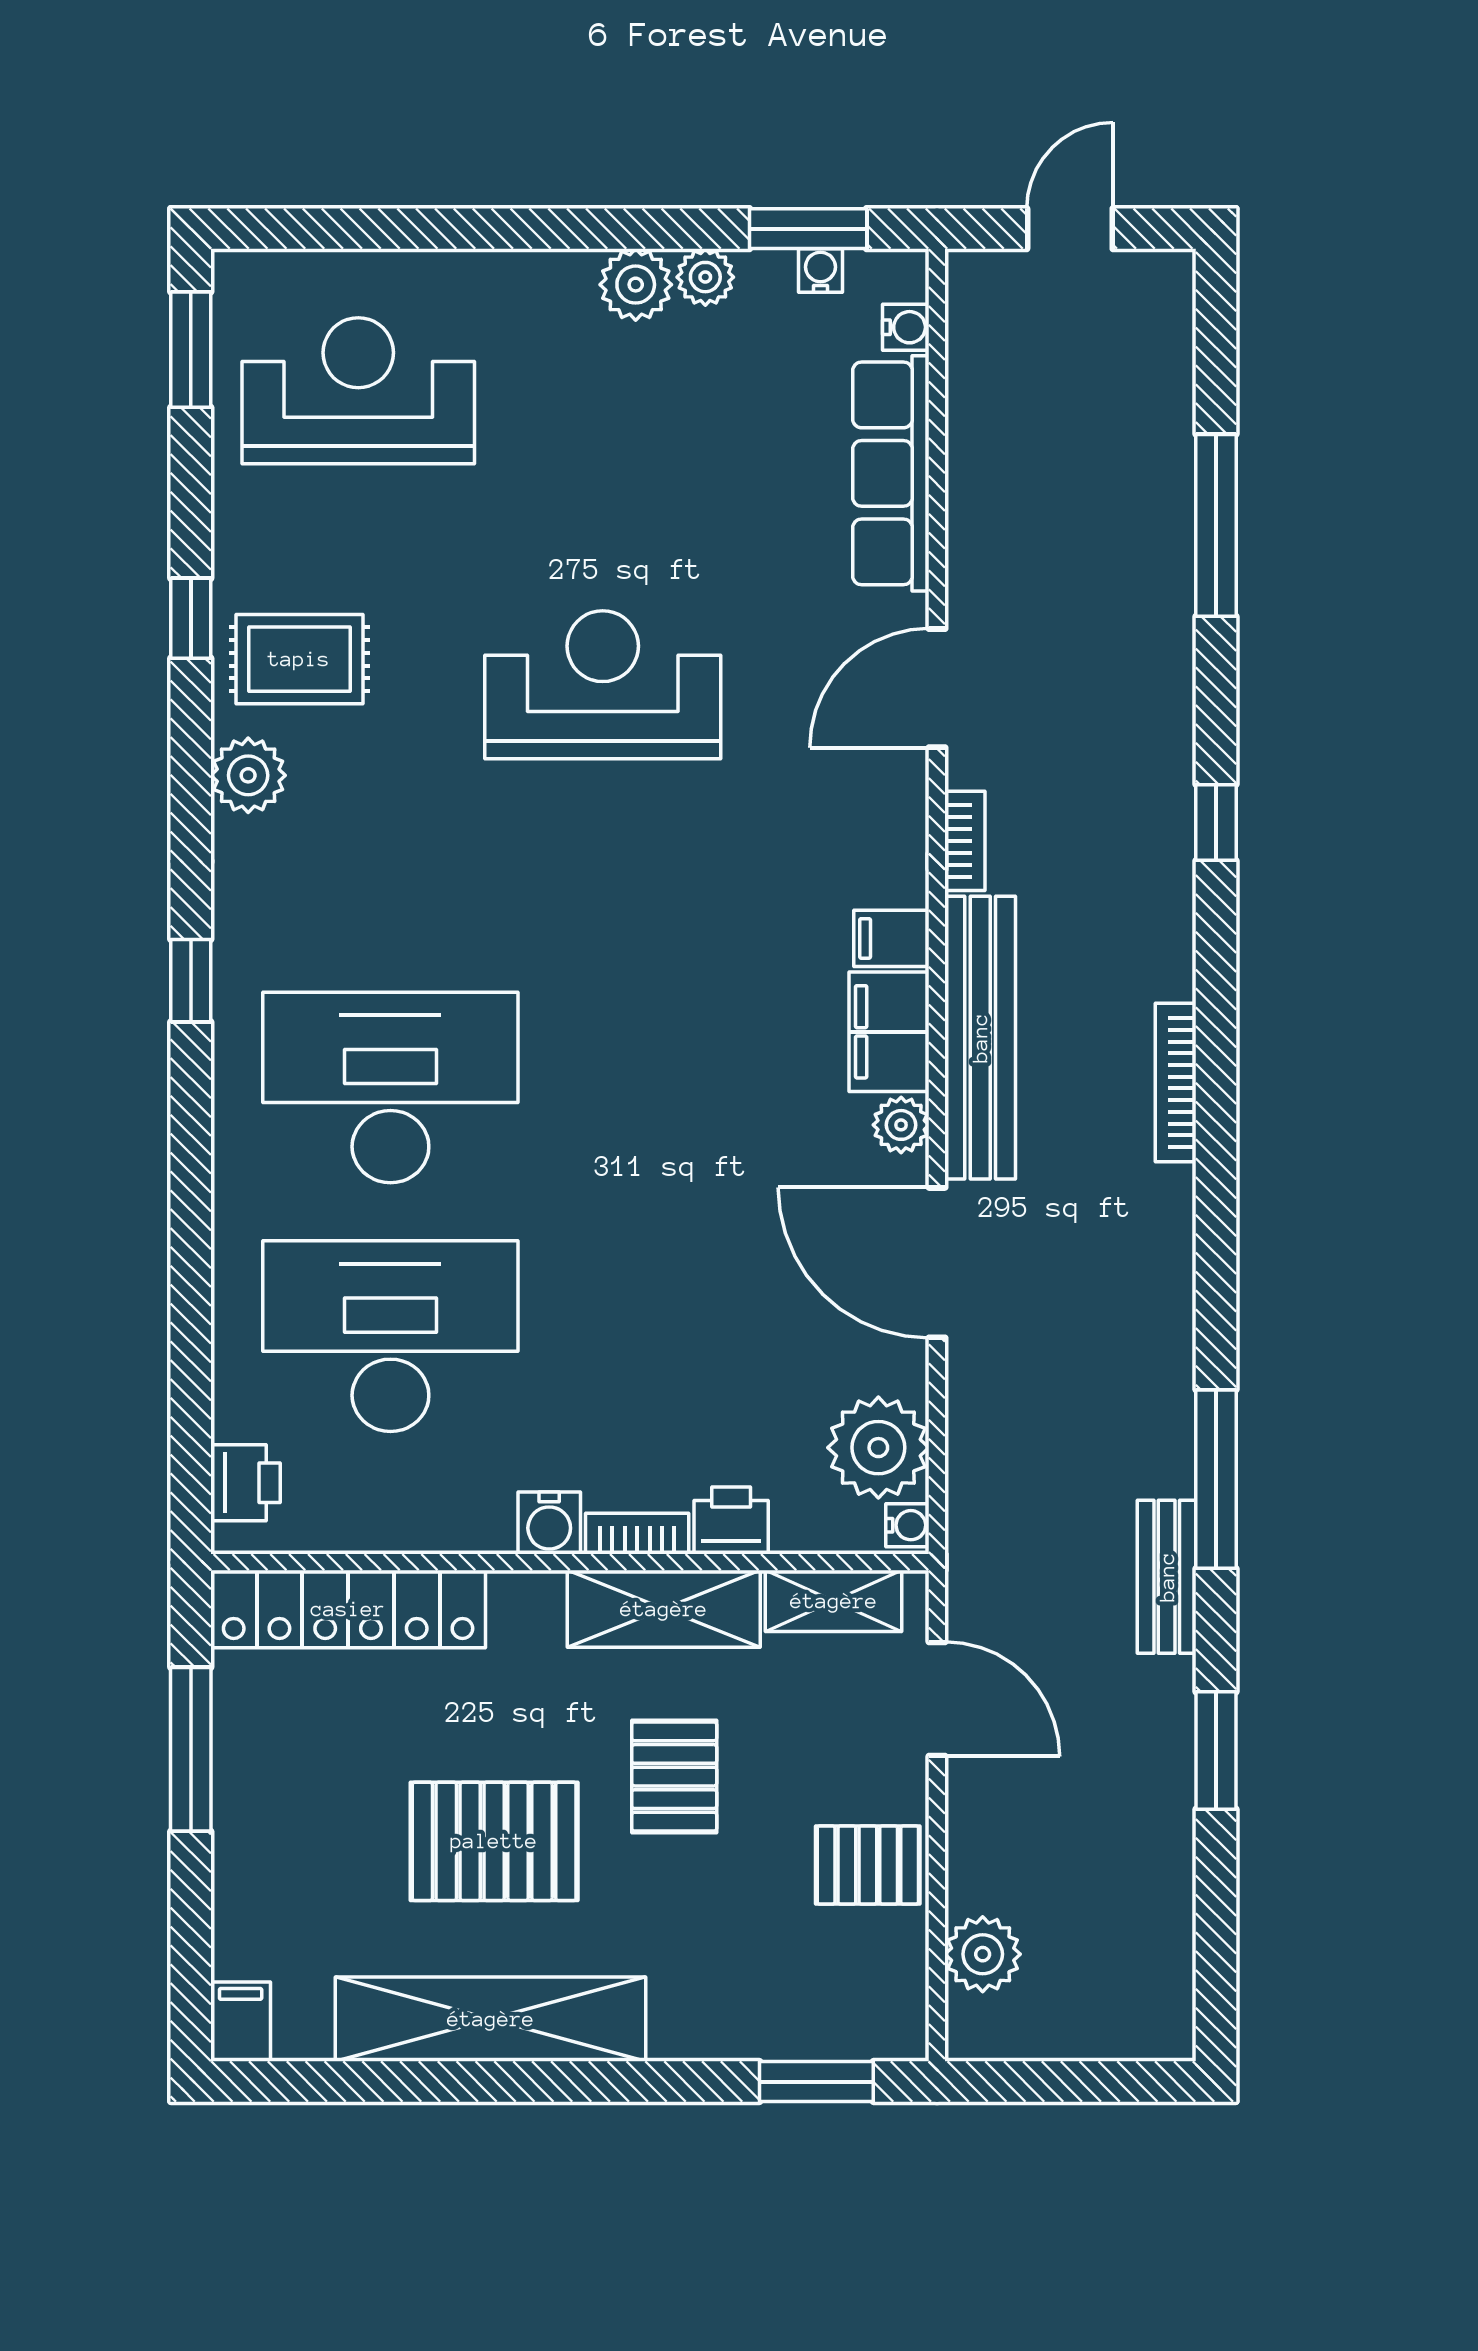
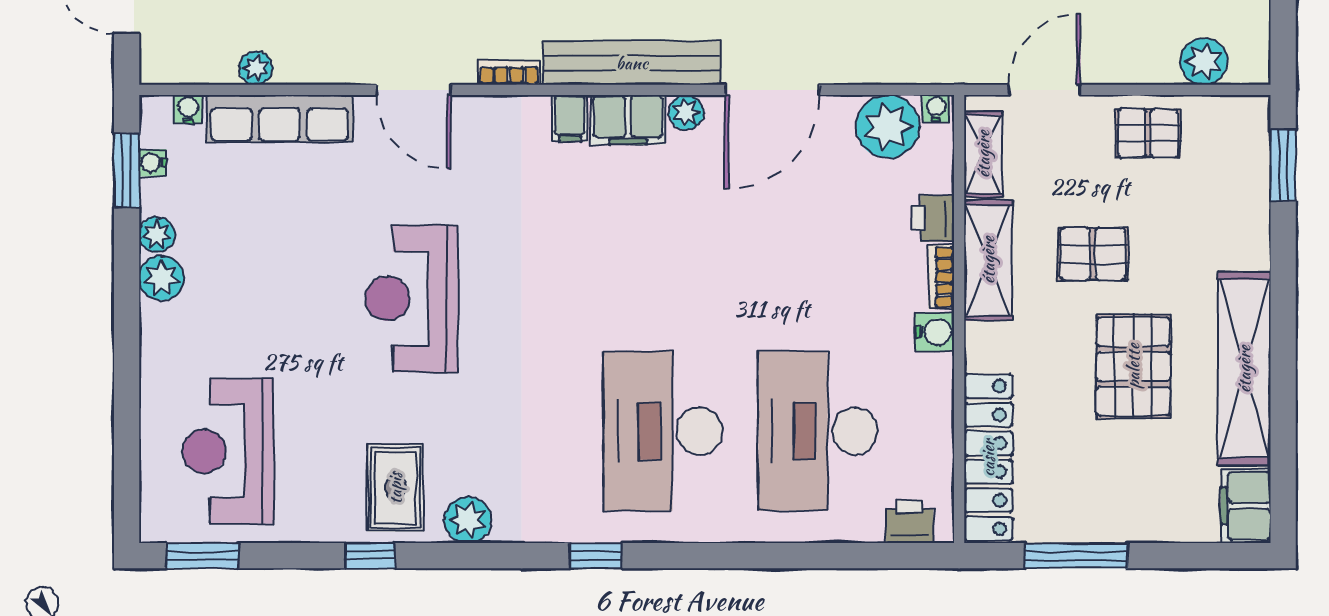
plant: (972, 435) -> (256, 68), added
pallet: (868, 1865) -> (1148, 133), turned 90
filing cabinet: (241, 2022) -> (1246, 506), width x2.00

